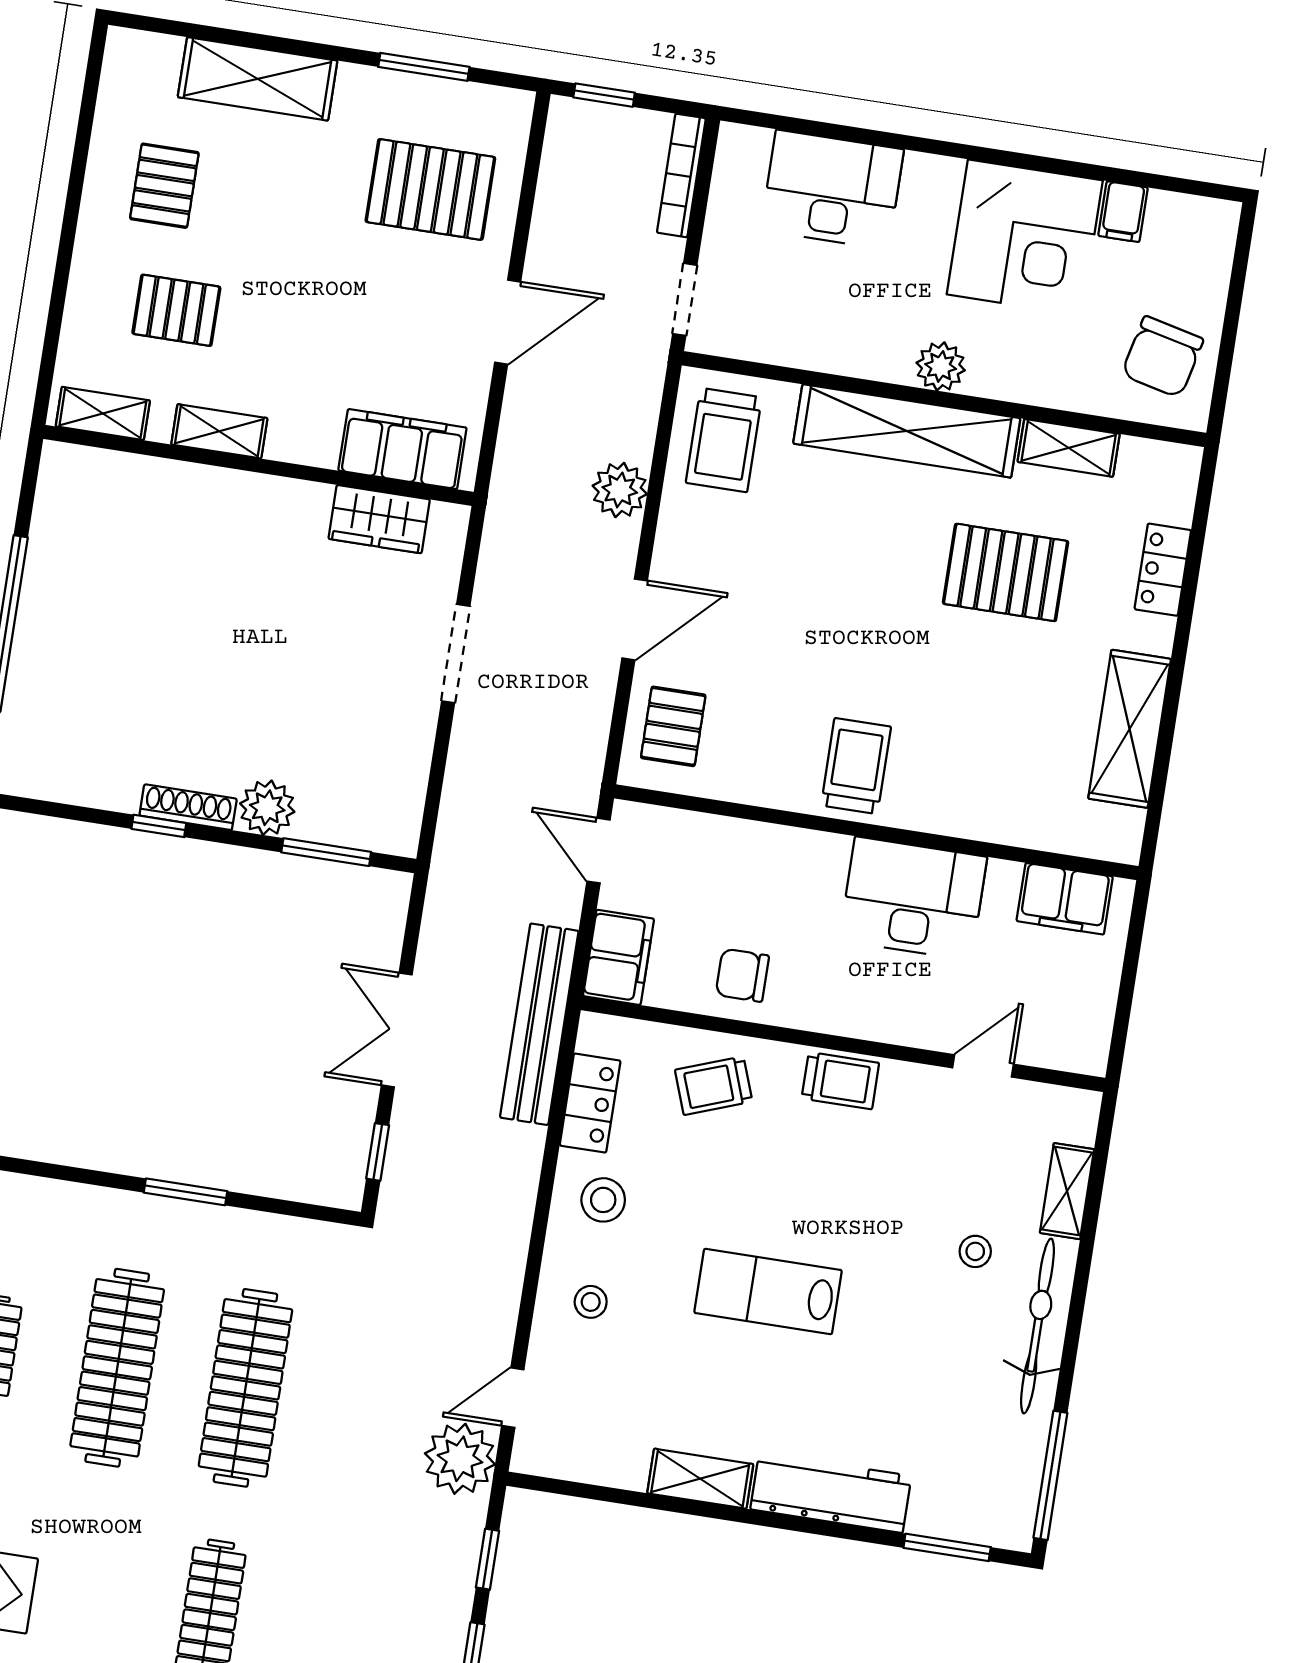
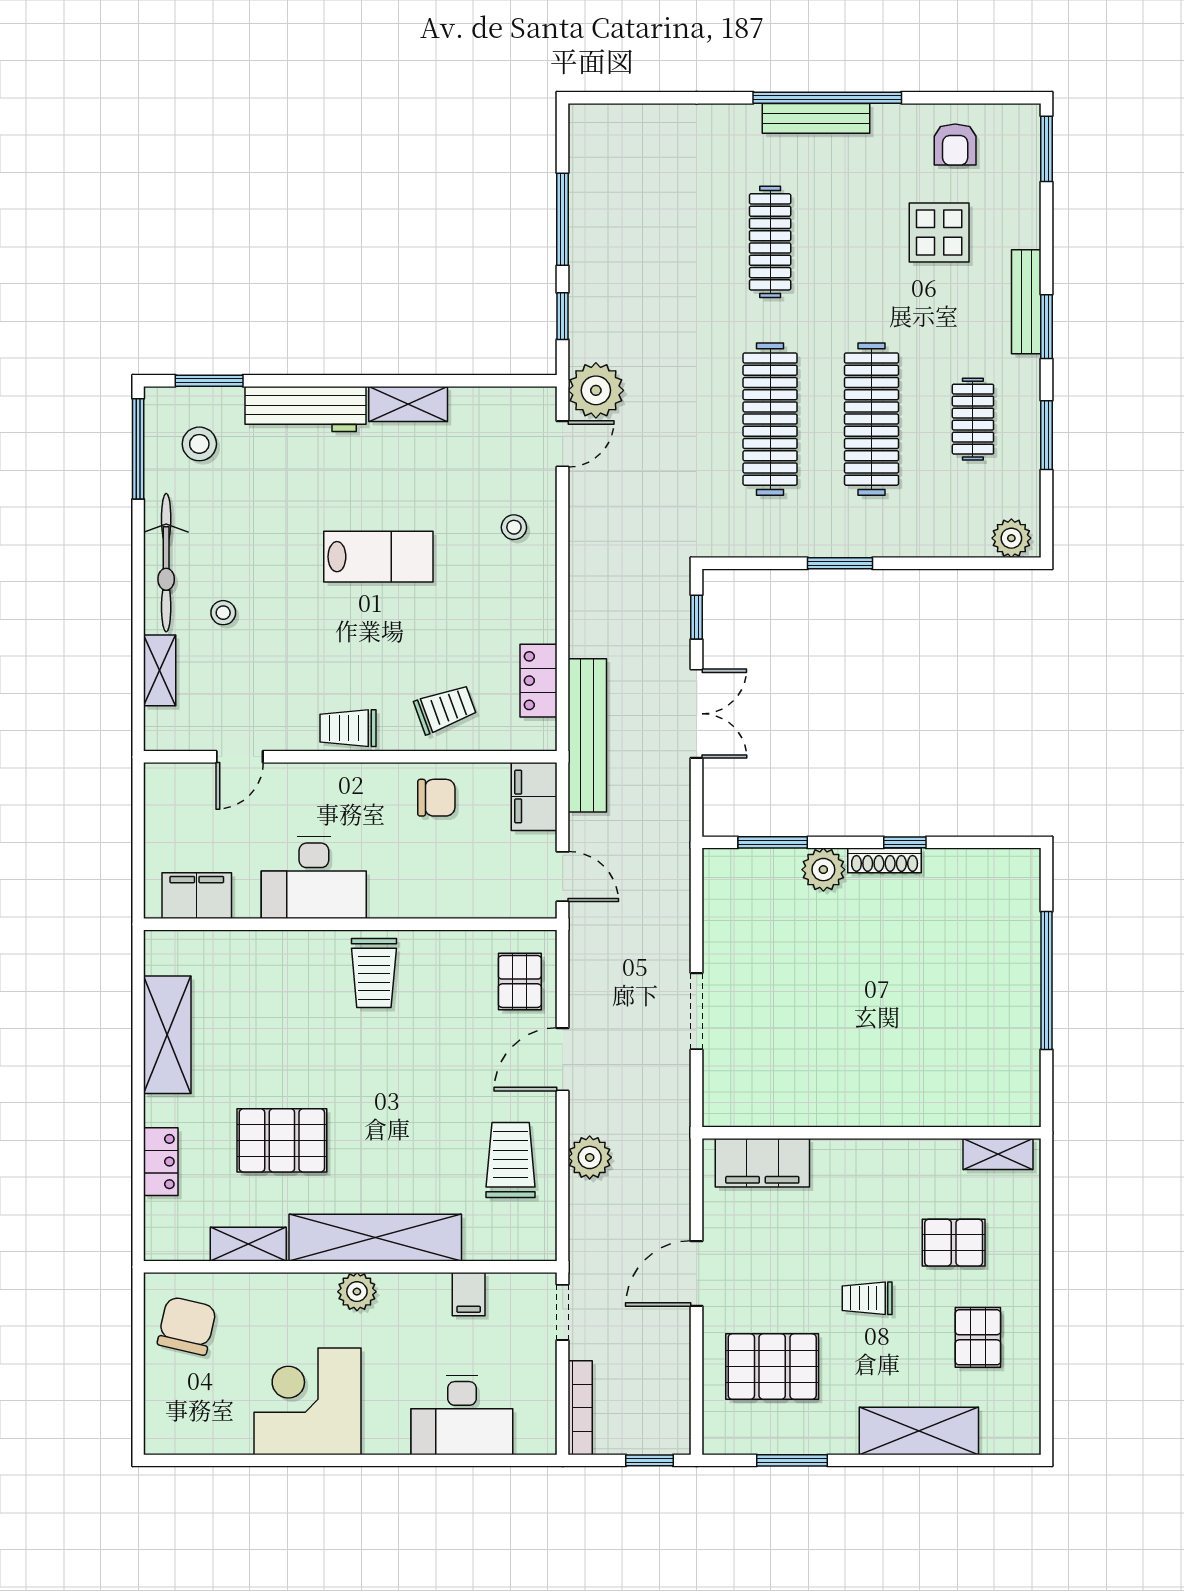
filing cabinet: (1123, 212) -> (469, 1294), moved, turned 180
trolley: (297, 257) -> (867, 1298), added
shelving: (219, 431) -> (906, 1154), removed
trolley: (724, 440) -> (511, 1160), moved
wardrobe: (379, 519) -> (772, 1106), removed
stool: (603, 1200) -> (199, 444), moved

